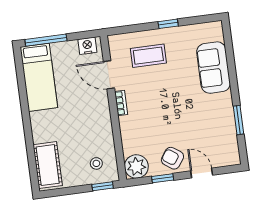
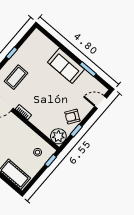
sofa: (214, 68) -> (66, 66), moved
door: (202, 173) -> (101, 102), moved

